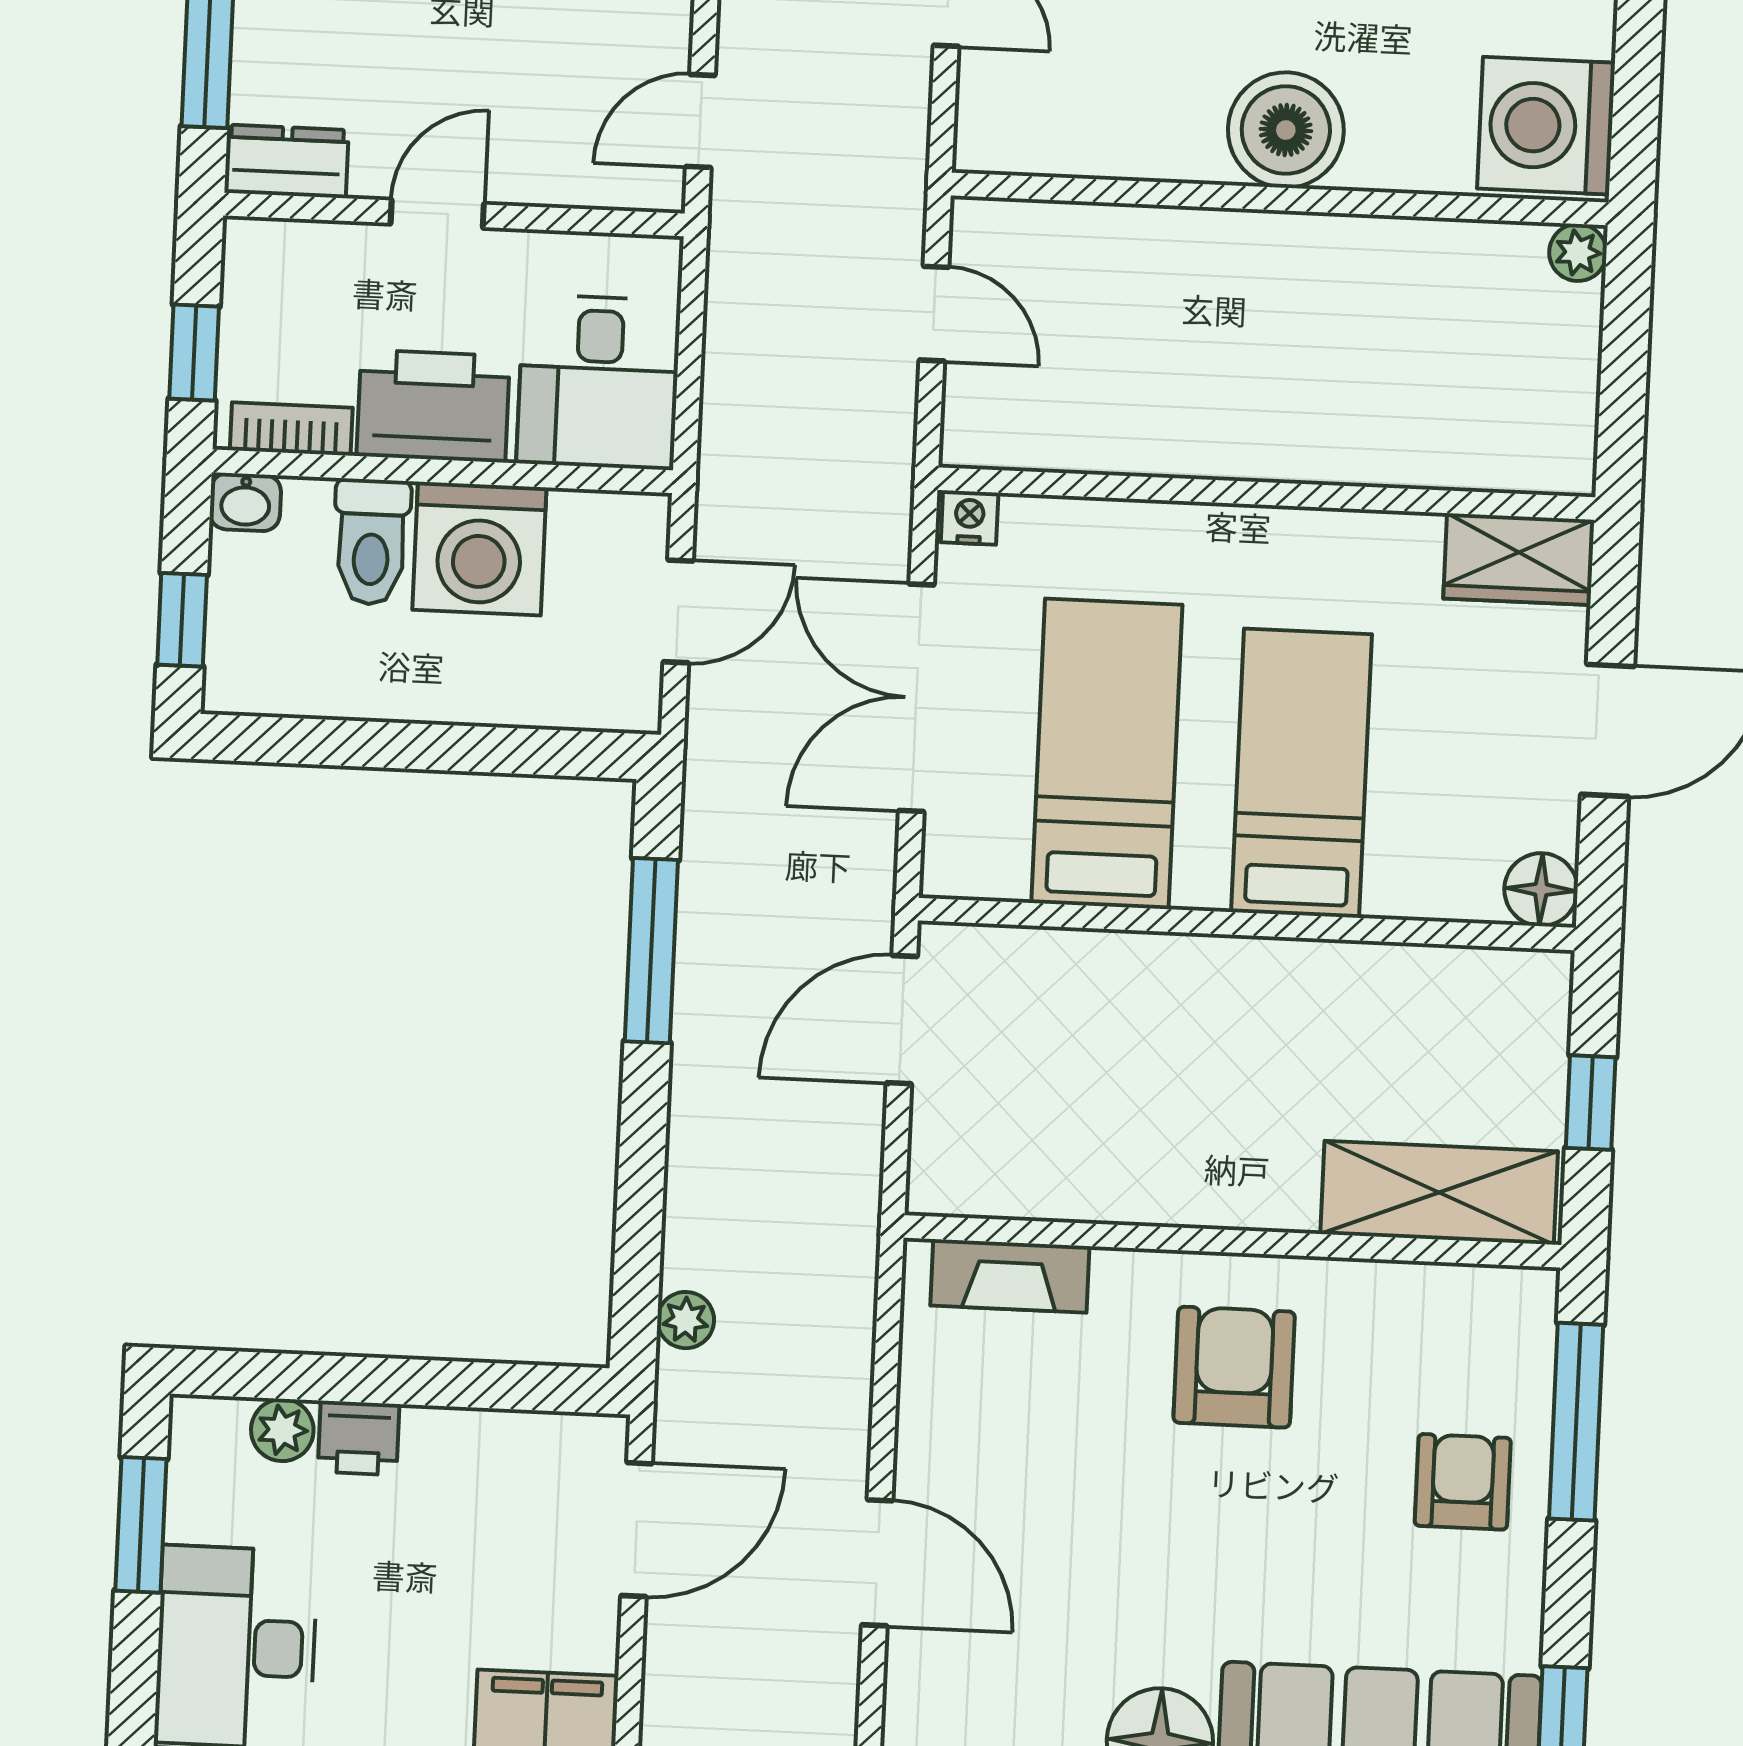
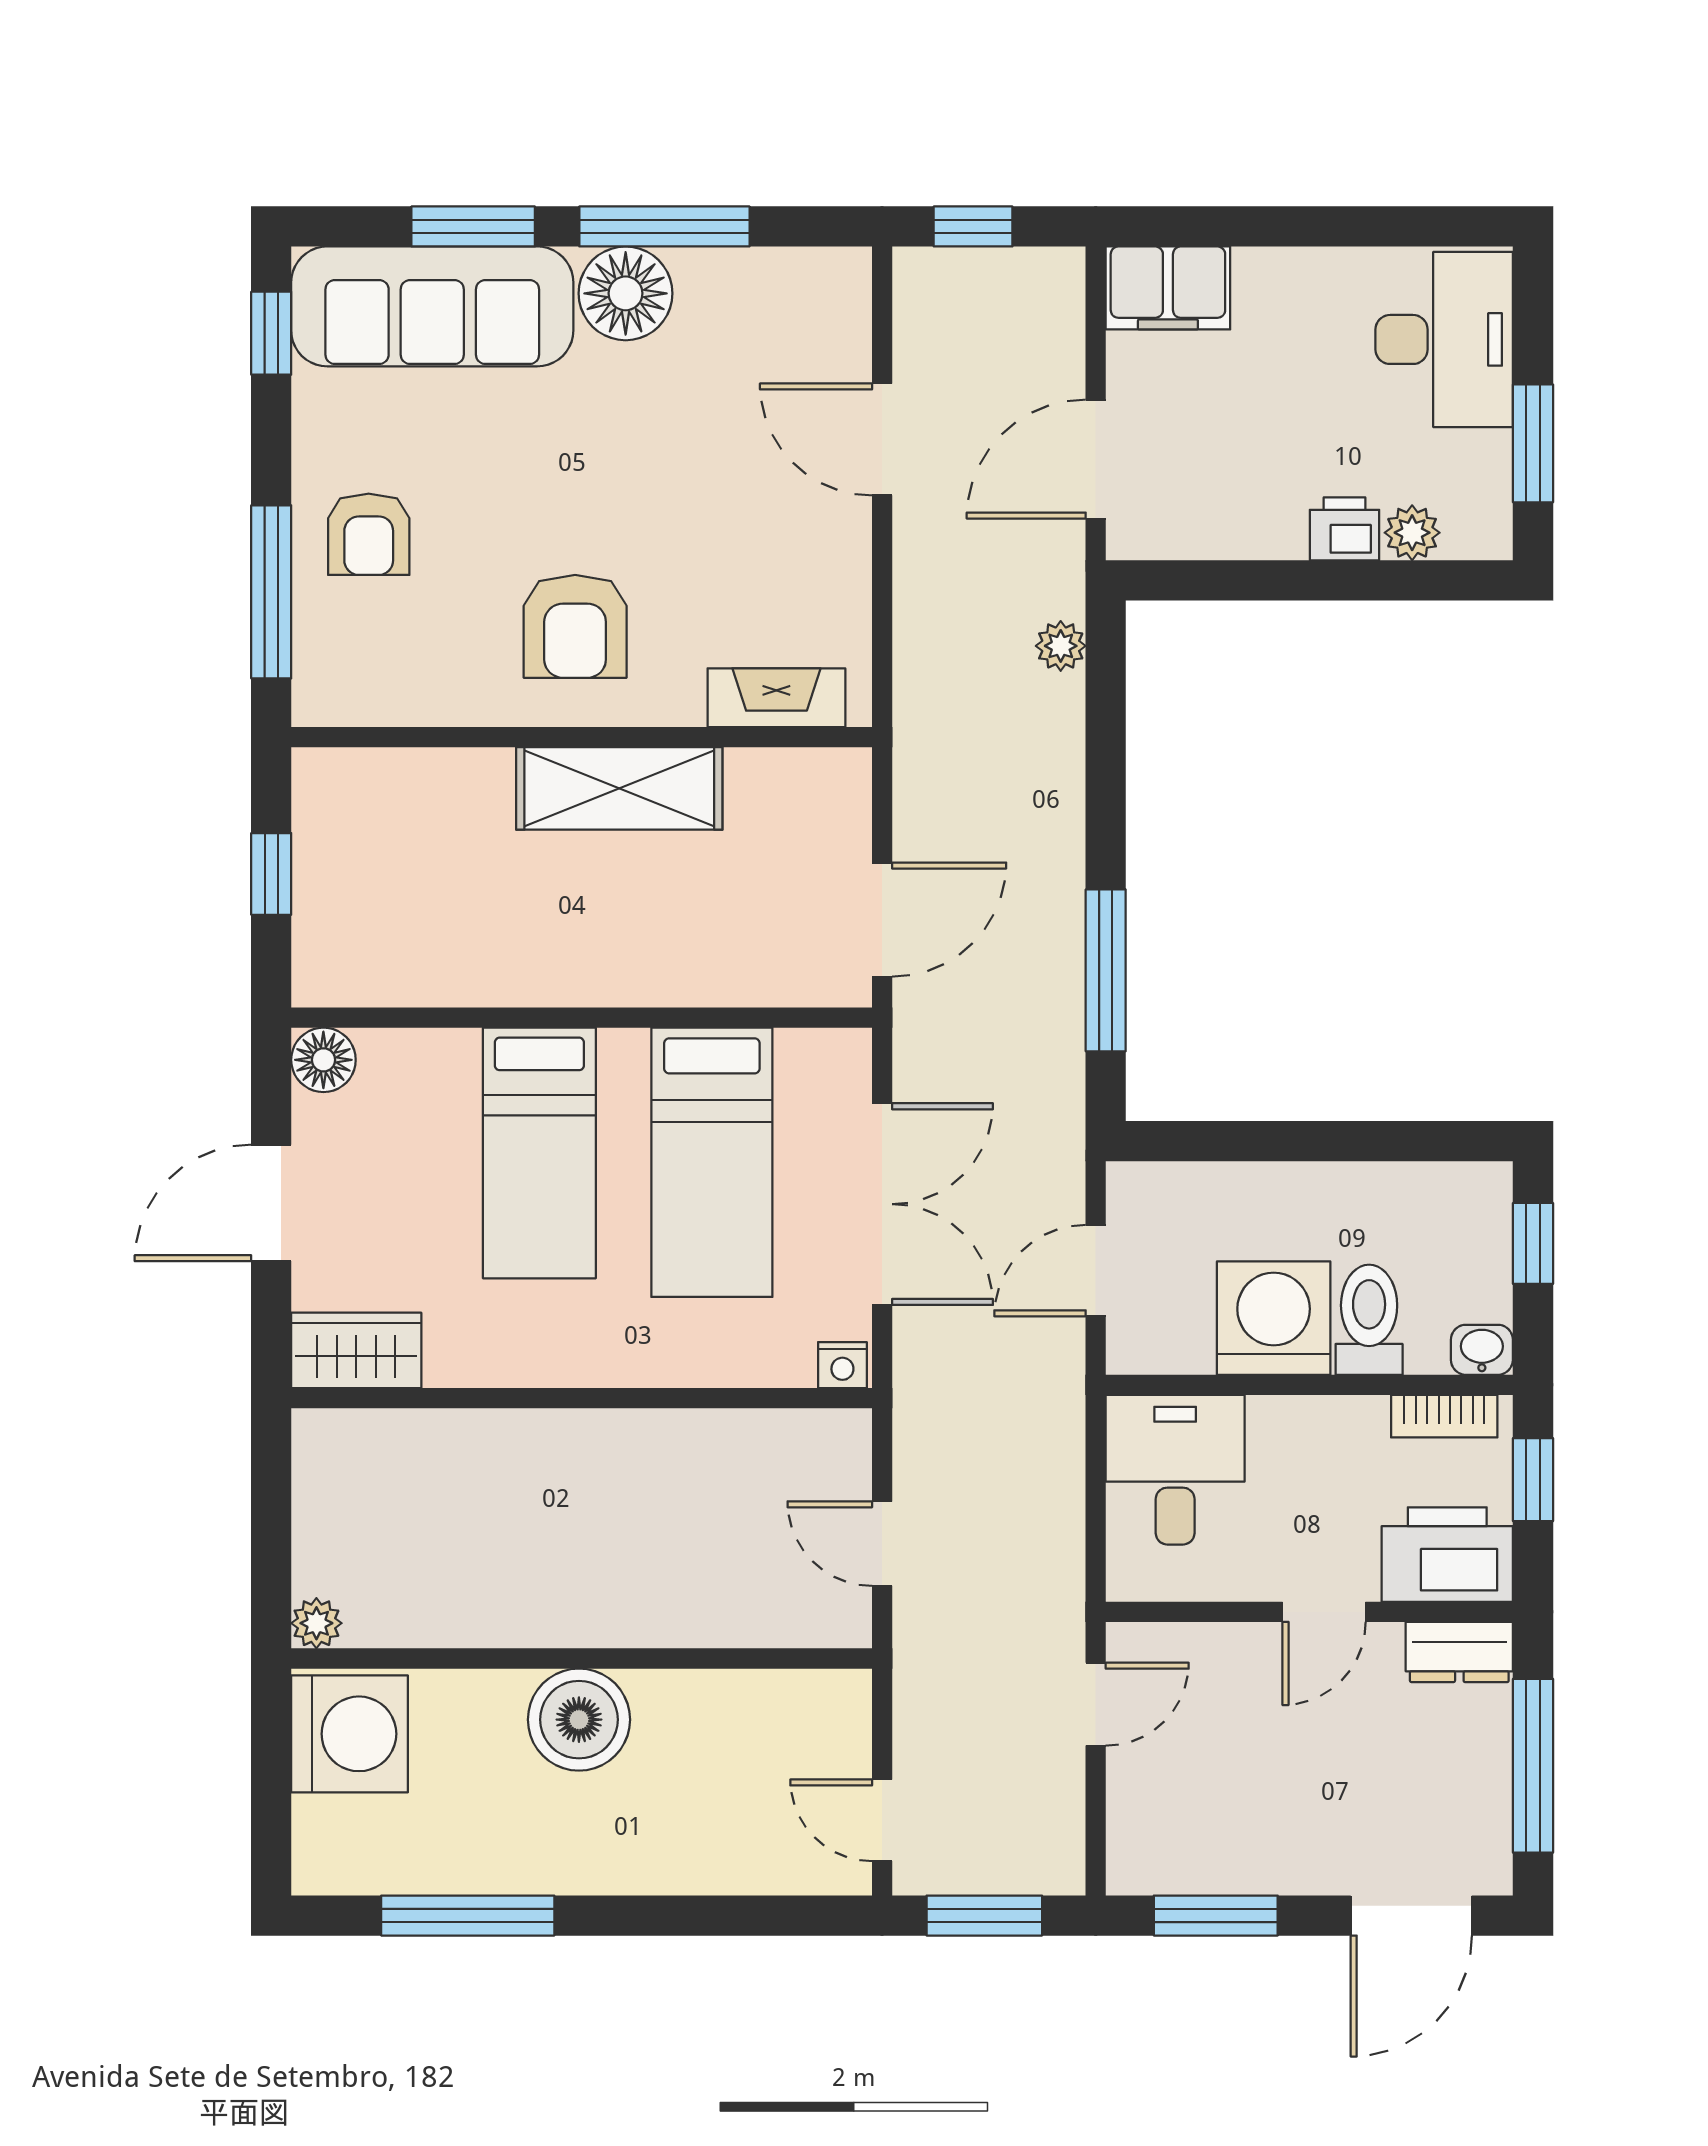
printer: (433, 406) -> (1447, 1555), moved, turned 180
shelving: (1439, 1193) -> (619, 788), moved

